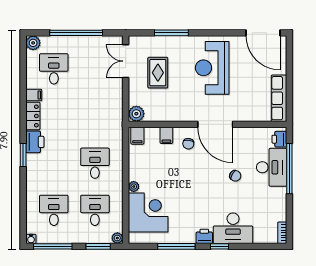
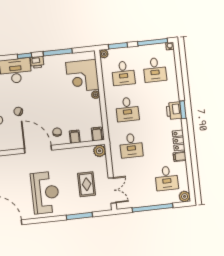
desk: (95, 116) -> (131, 146), added
printer: (35, 142) -> (174, 111), moved

